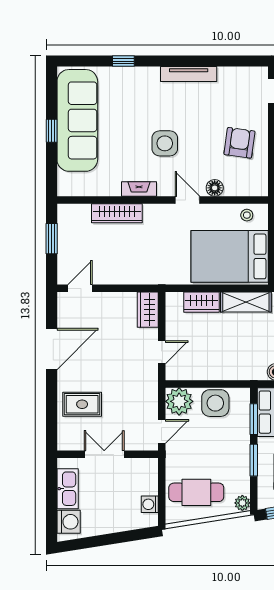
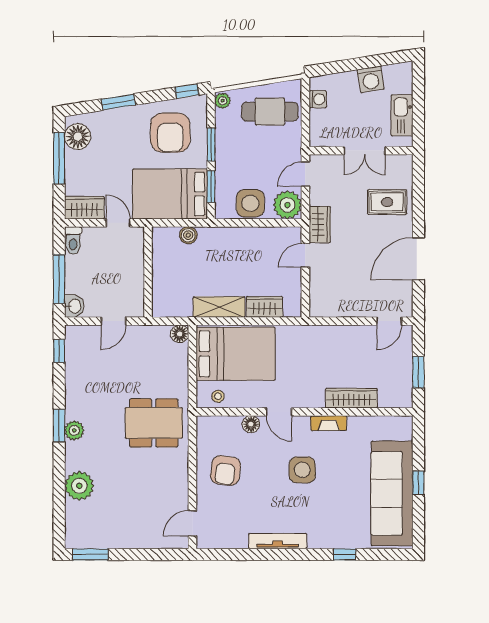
wardrobe: (148, 310) -> (320, 224), moved
washing machine: (69, 522) -> (371, 79), moved, turned -99

